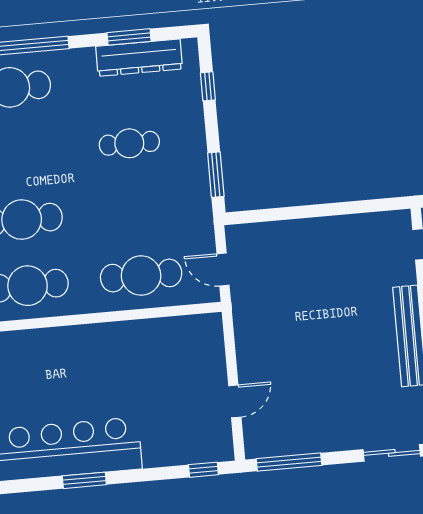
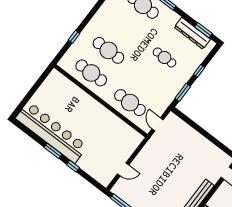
window: (129, 37) -> (203, 30), moved
window: (208, 86) -> (199, 71), moved
window: (203, 470) -> (73, 166), moved

